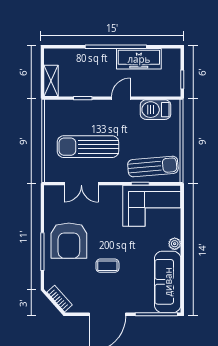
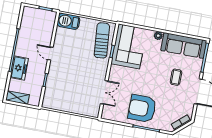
freezer: (139, 59) -> (19, 68), moved, width x0.71
shelving: (51, 81) -> (17, 98), moved
barbecue: (155, 110) -> (68, 21), moved, turned 90
sun lounger: (88, 147) -> (80, 83), removed
armchair: (69, 241) -> (142, 108), turned 180
coffee table: (107, 266) -> (176, 77), moved

